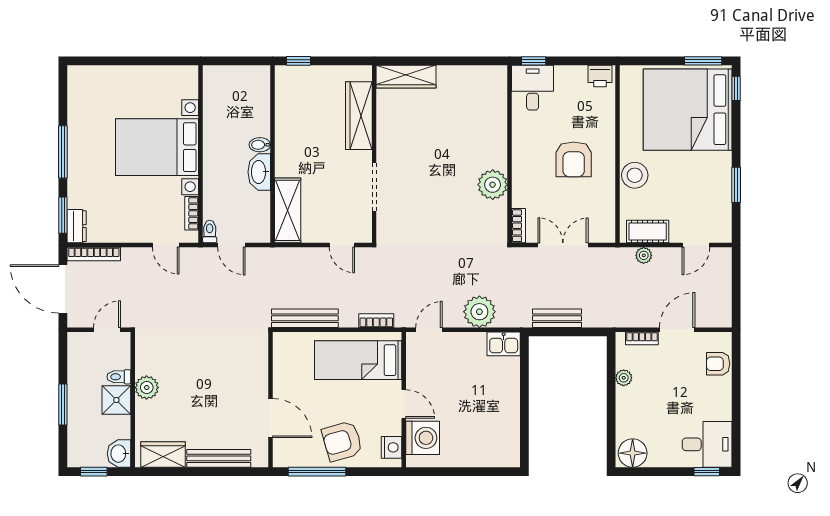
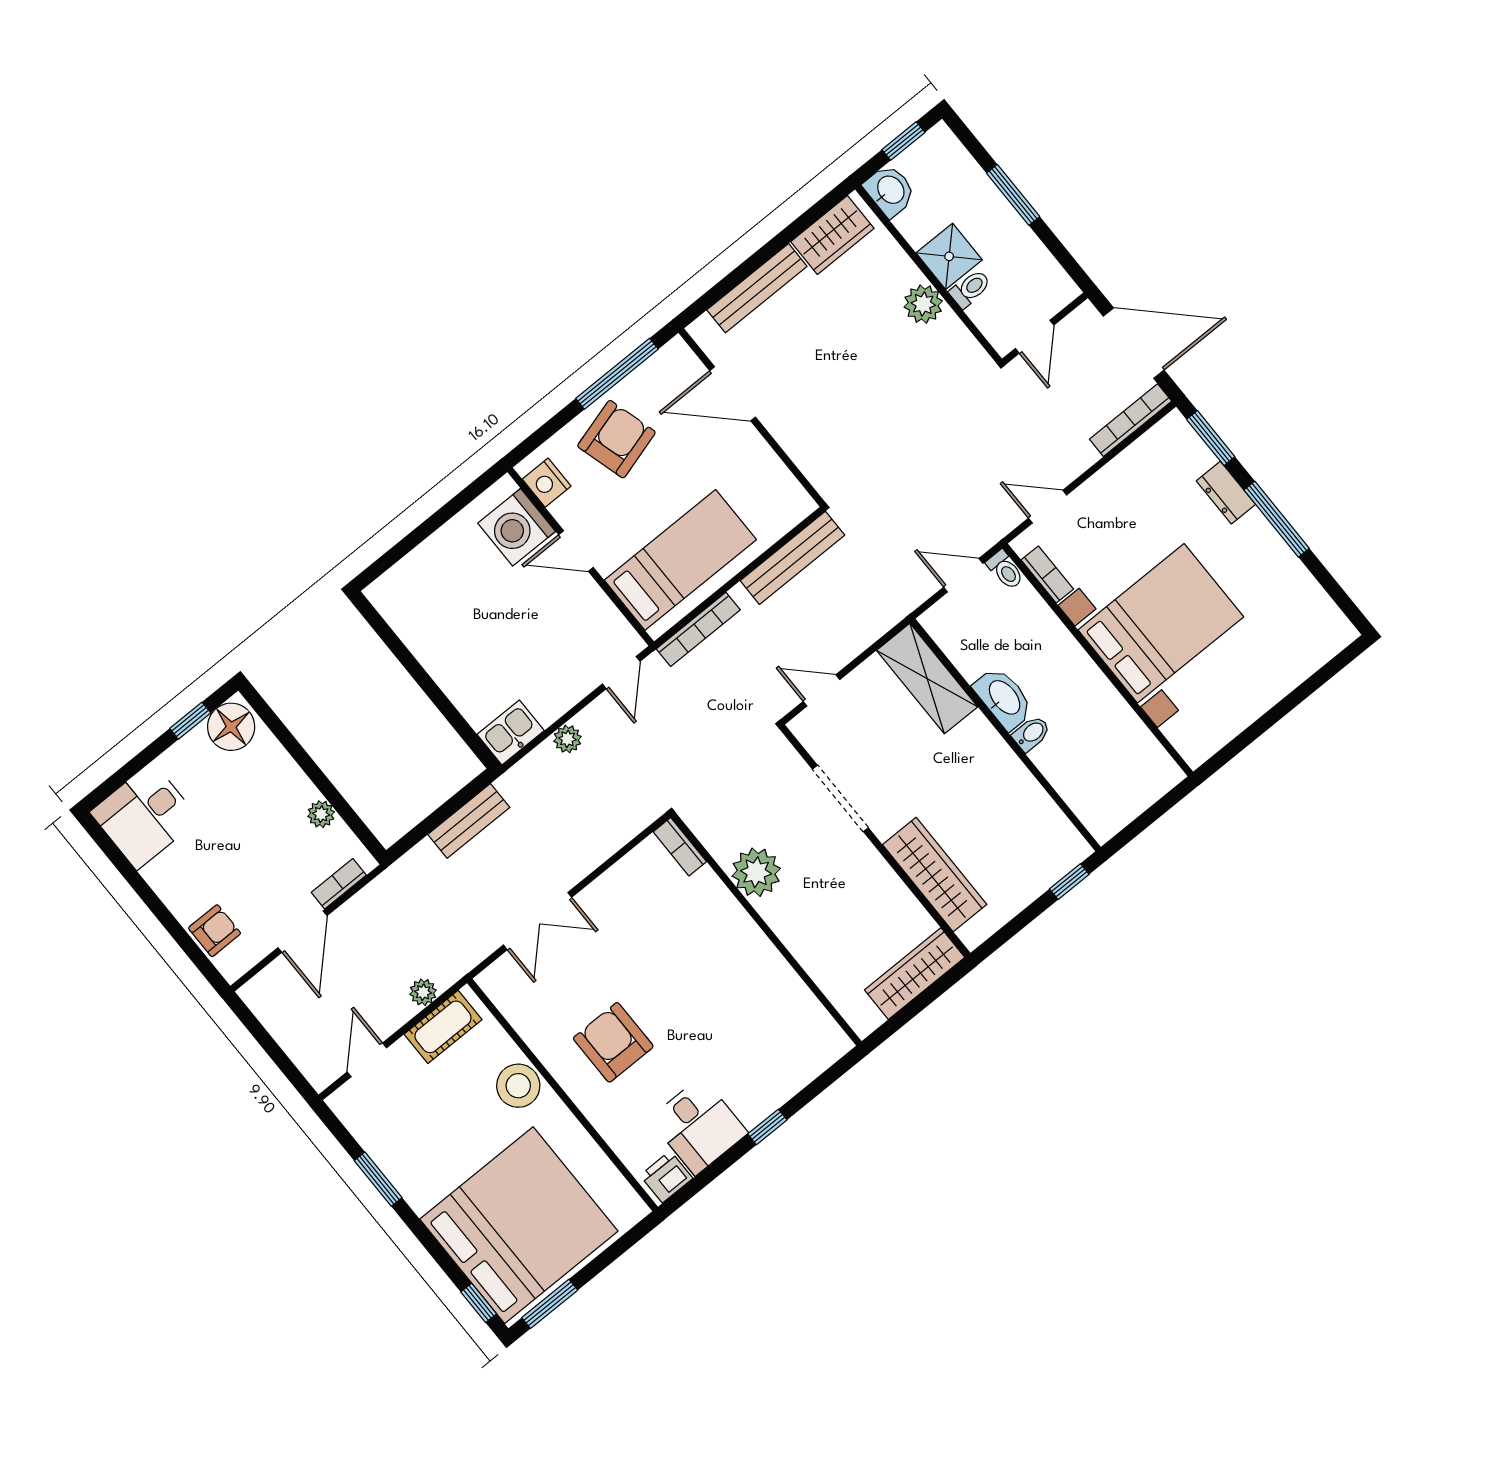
desk: (533, 88) -> (699, 1126), moved
wall: (510, 154) -> (766, 929), moved
plant: (493, 185) -> (756, 872), moved
dresser: (77, 226) -> (1226, 493), moved
bookcase: (519, 226) -> (680, 847), moved
plant: (479, 312) -> (567, 739), width x0.53, depth x0.53
bookcase: (376, 321) -> (698, 629), width x1.56
window: (707, 472) -> (190, 721), moved

